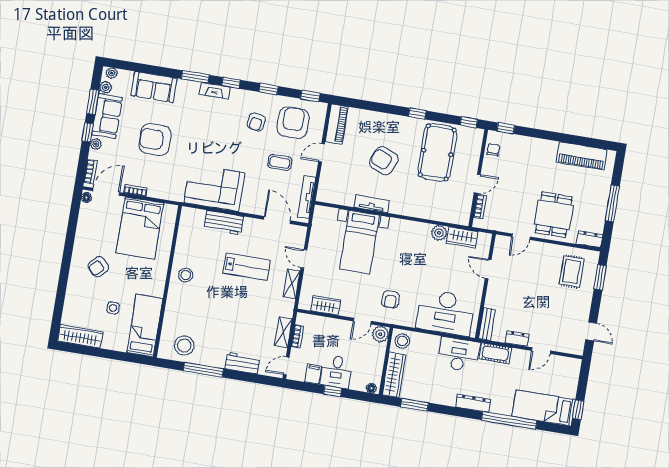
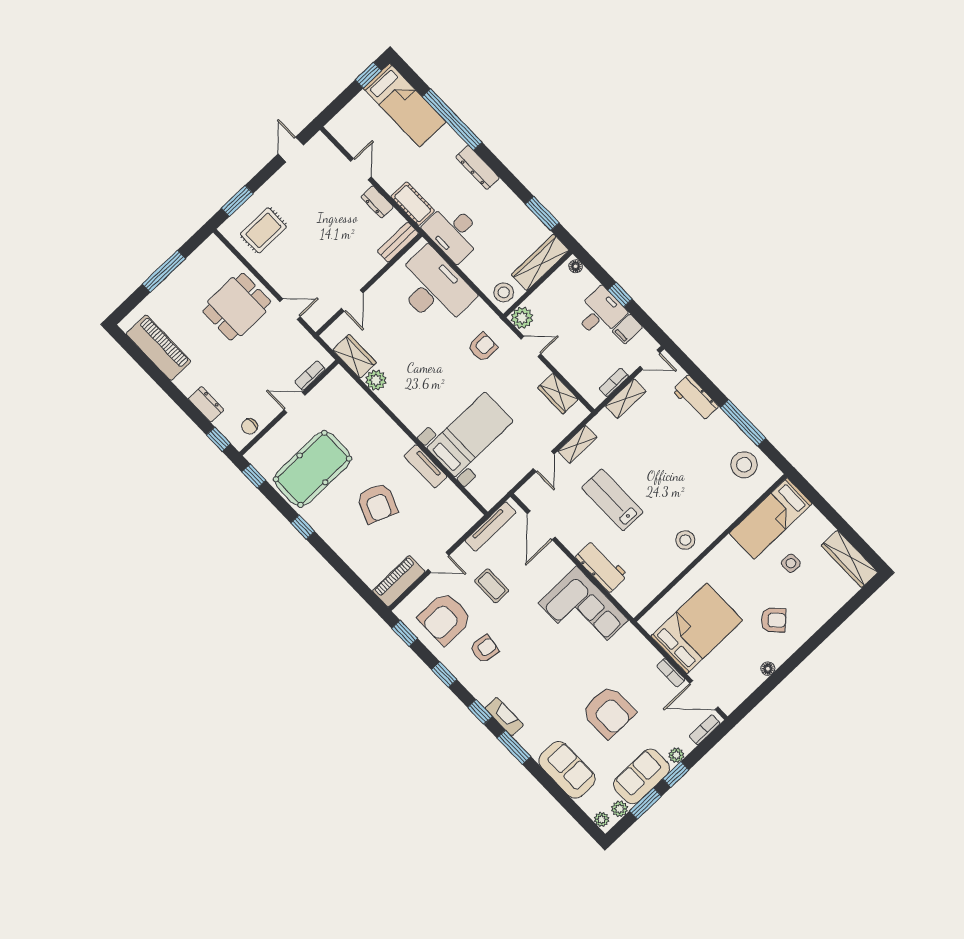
floor lamp: (86, 198) -> (768, 669), moved
dresser: (590, 239) -> (206, 404), moved, turned 180
door: (541, 351) -> (361, 169), hinge flipped

